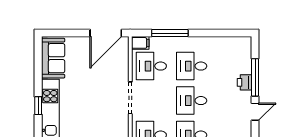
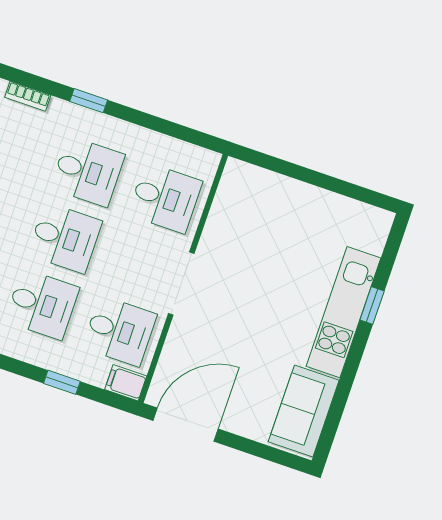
window: (170, 33) -> (62, 382), width x0.46
window: (38, 106) -> (372, 305), moved

